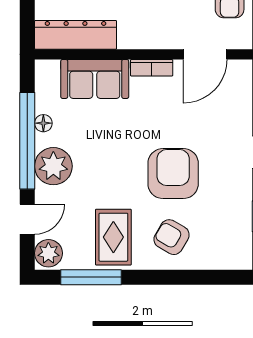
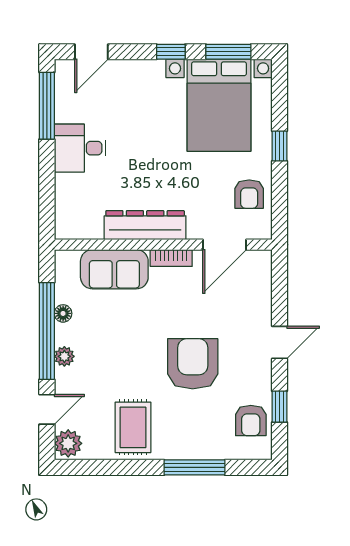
dresser: (76, 35) -> (145, 225), moved
plant: (53, 166) -> (64, 356), width x0.53, depth x0.53
armchair: (172, 237) -> (251, 421), moved, turned -120
window: (91, 277) -> (194, 467), moved

